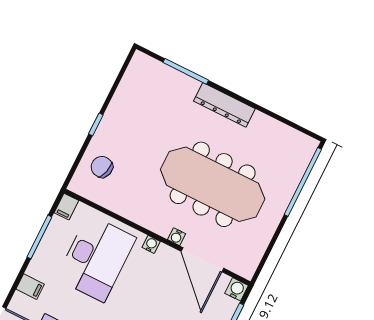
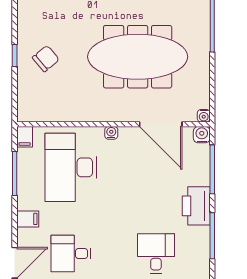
chair: (102, 167) -> (46, 59), moved, turned 124
water cooler: (177, 237) -> (204, 116), moved
desk: (96, 258) -> (71, 167), turned 180

